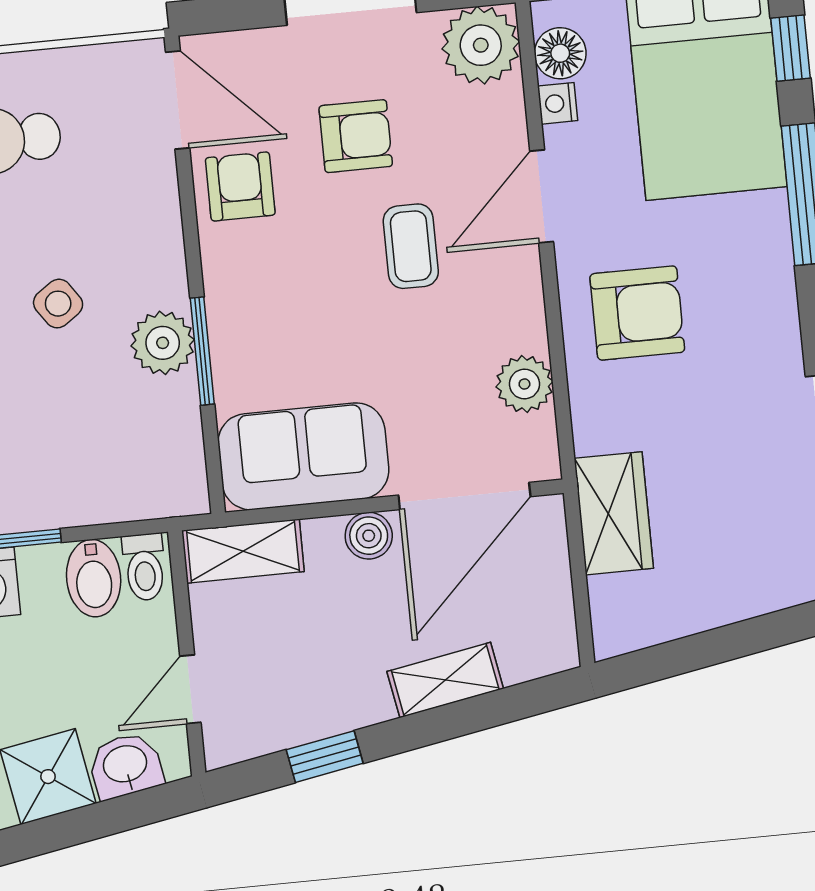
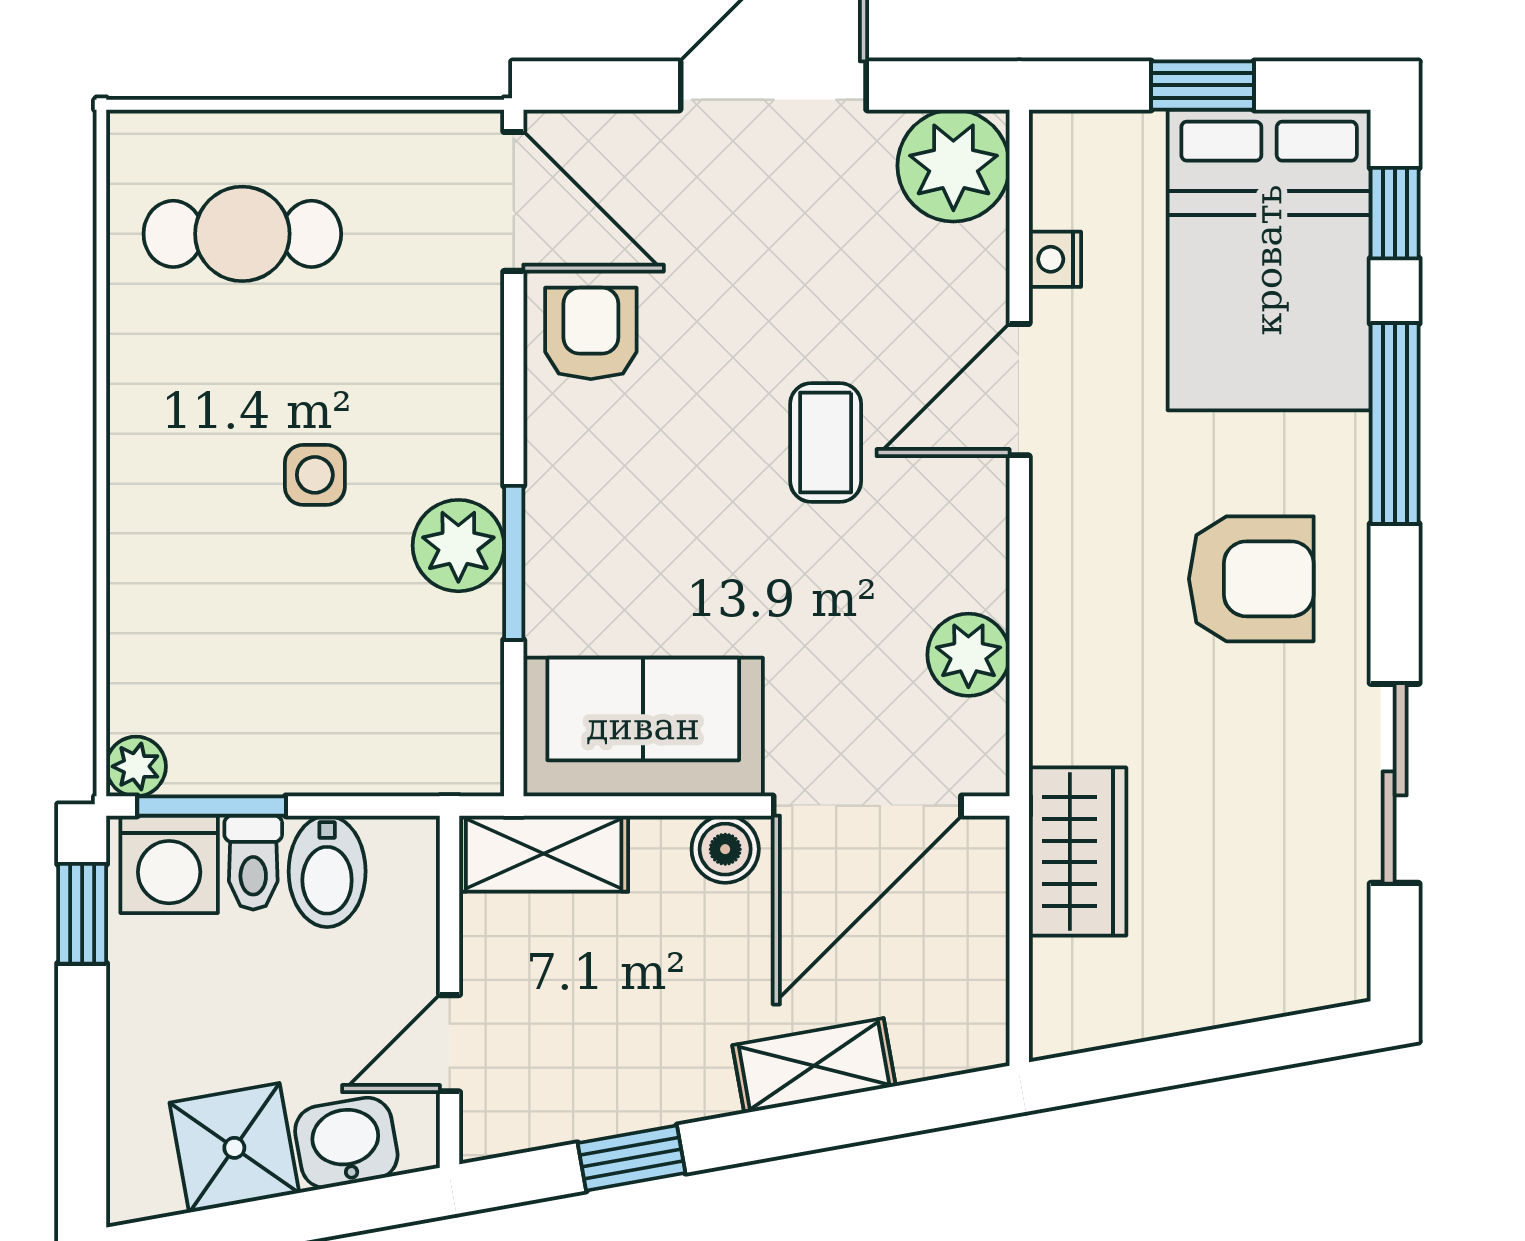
floor lamp: (560, 53) -> (1066, 188), removed
armchair: (356, 136) -> (763, 278), removed
side table: (58, 304) -> (315, 475), turned 35
armchair: (637, 313) -> (1251, 579), moved
toilet: (144, 567) -> (253, 863), moved

